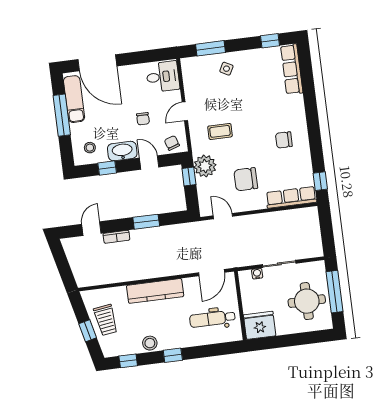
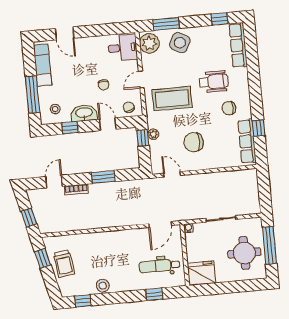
door: (97, 63) -> (65, 33), width x0.53
side table: (226, 69) -> (180, 43), width x1.87, depth x1.87
plant: (192, 71) -> (149, 43), added
wheelchair: (266, 111) -> (214, 82), added
window: (62, 115) -> (33, 94), moved
coffee table: (220, 131) -> (172, 99), width x1.86, depth x1.72
plant: (205, 166) -> (153, 134), width x0.53, depth x0.53
window: (320, 181) -> (259, 128), moved
row of seats: (291, 197) -> (247, 141), moved, turned -90
window: (65, 270) -> (29, 218), added
water cooler: (257, 274) -> (188, 228), moved
kitchen counter: (155, 291) -> (109, 239), removed
window: (88, 331) -> (43, 258), moved
window: (173, 355) -> (154, 294), moved

